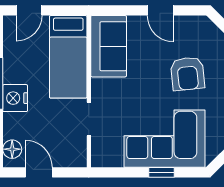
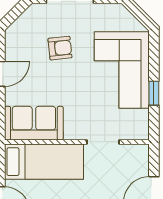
armchair: (187, 74) -> (60, 48), width x0.72, depth x0.72
window: (162, 172) -> (154, 93), moved

